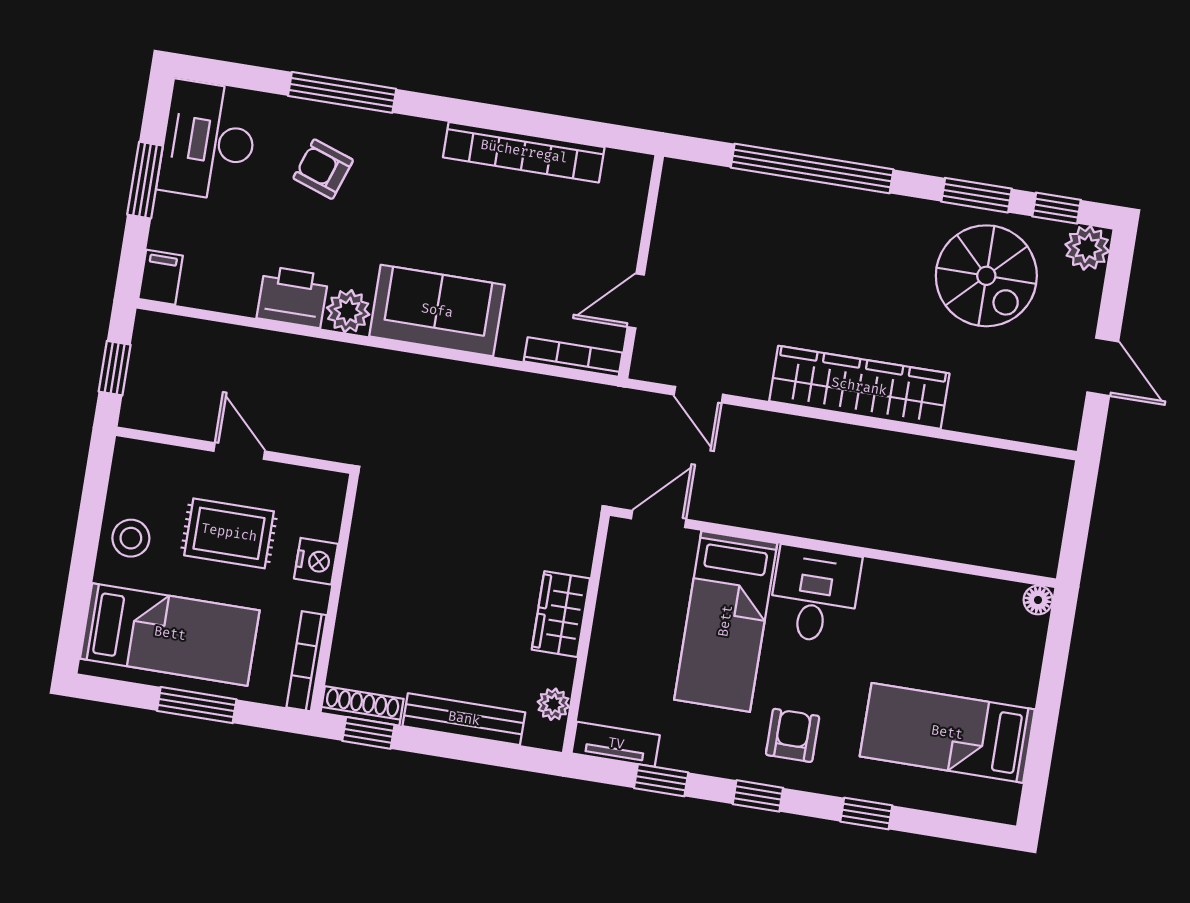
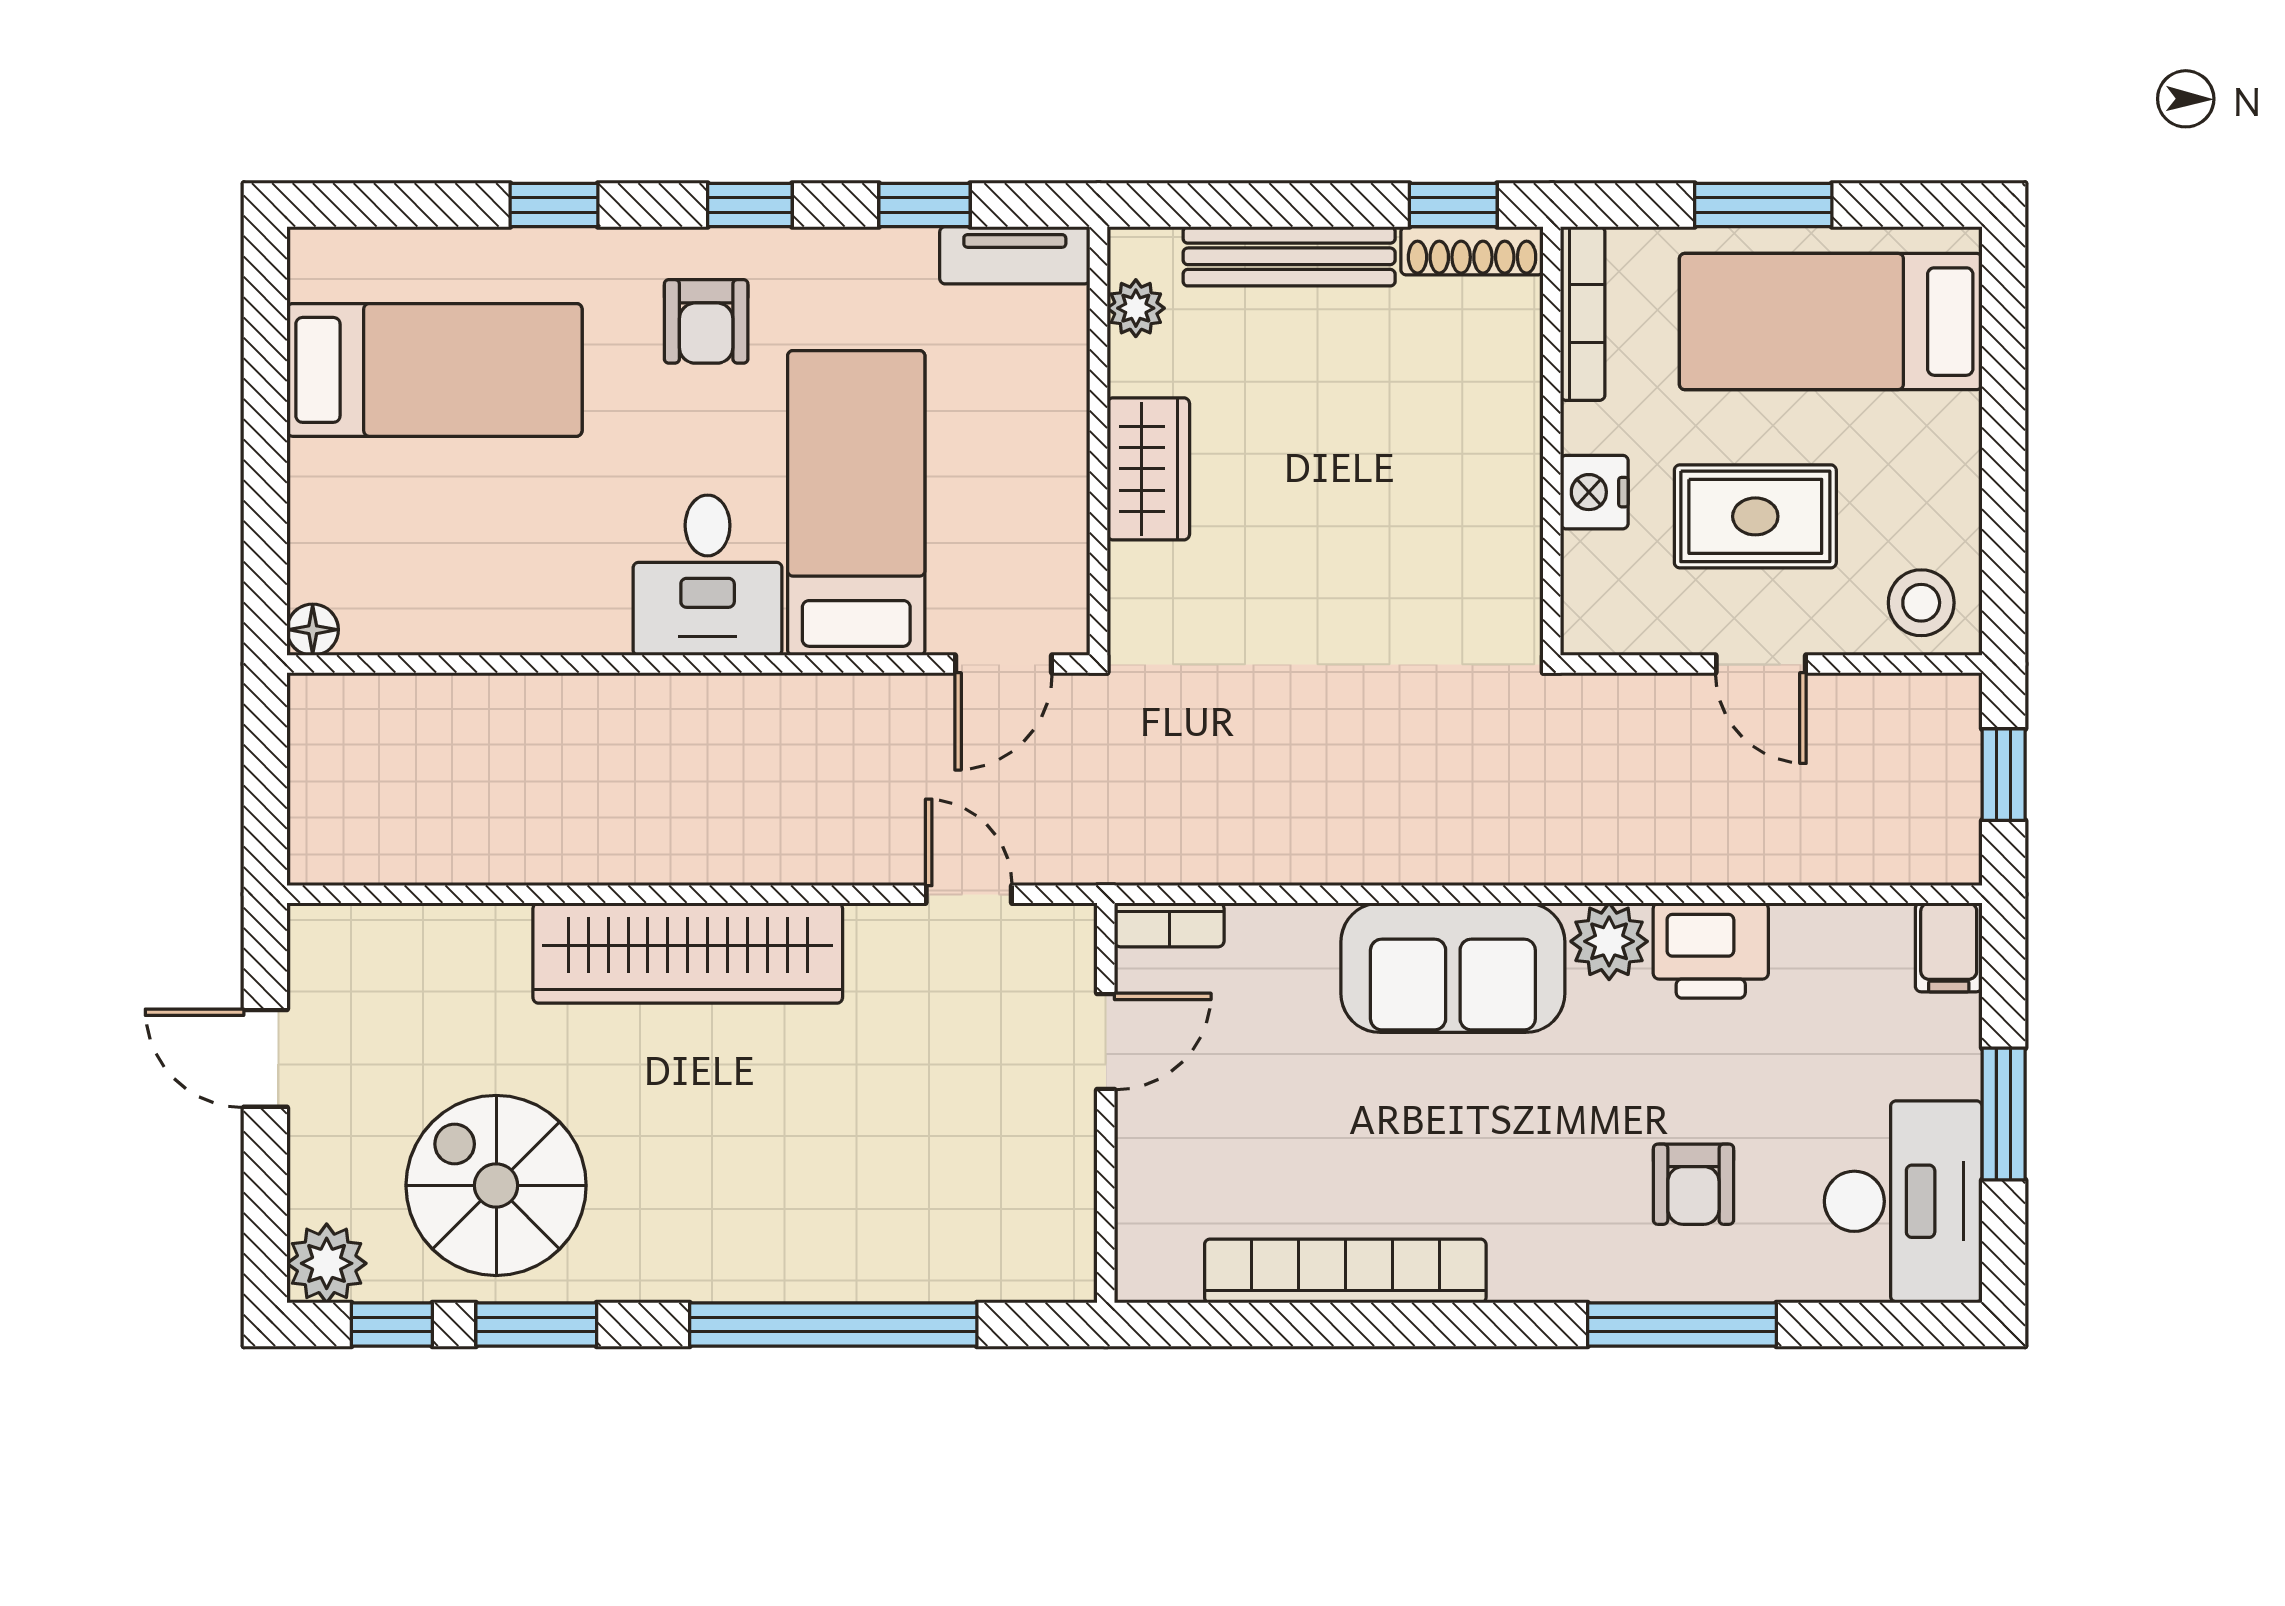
armchair: (323, 169) -> (1693, 1184), turned 71
bookcase: (573, 357) -> (1169, 925), width x0.64
stool: (131, 538) -> (1921, 603), moved

